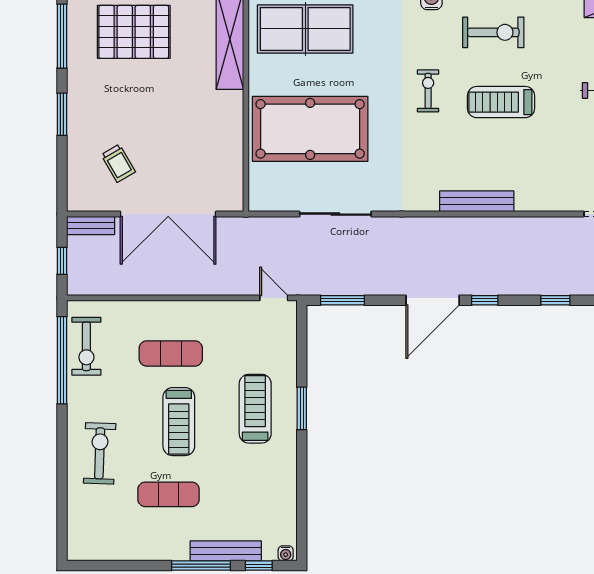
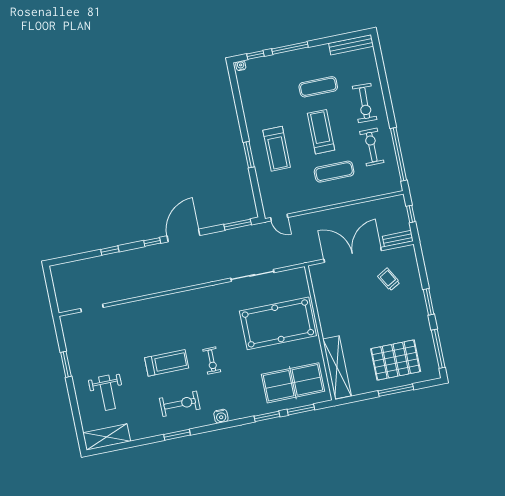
exercise bike: (493, 32) -> (180, 404), turned 180
bench: (477, 201) -> (169, 300), removed
exercise bike: (86, 346) -> (372, 147), moved
bench: (226, 551) -> (351, 45), moved

